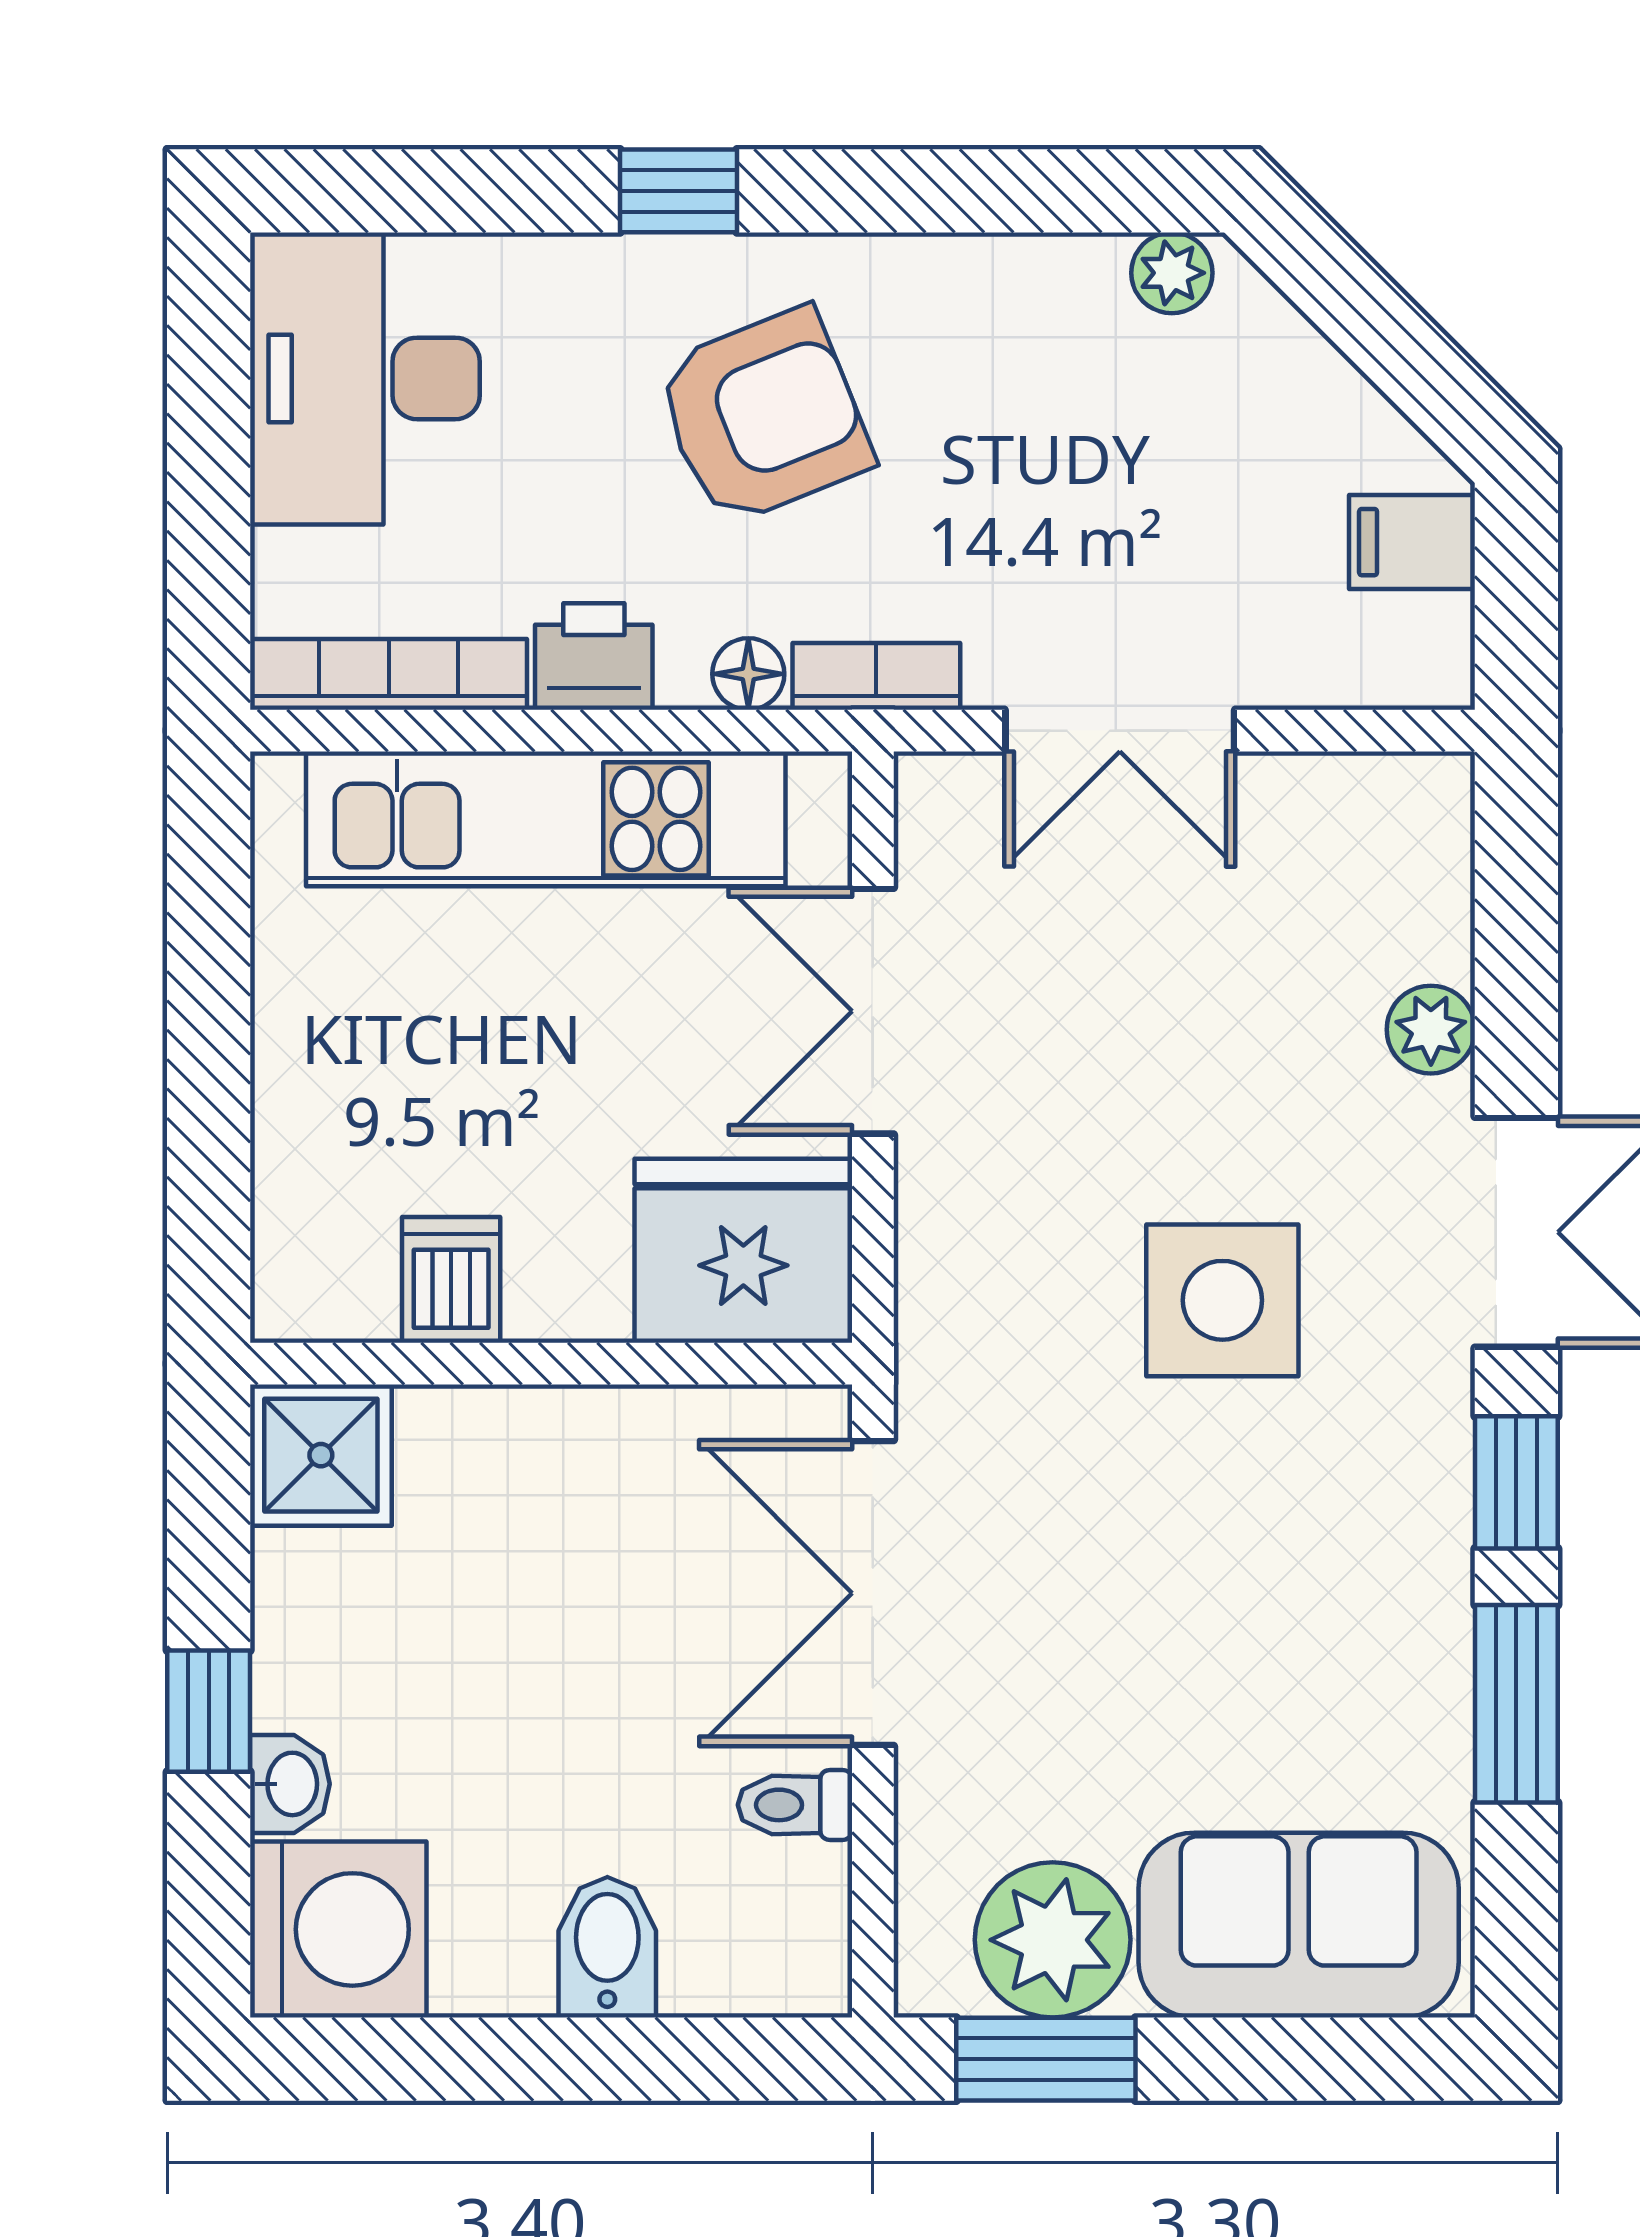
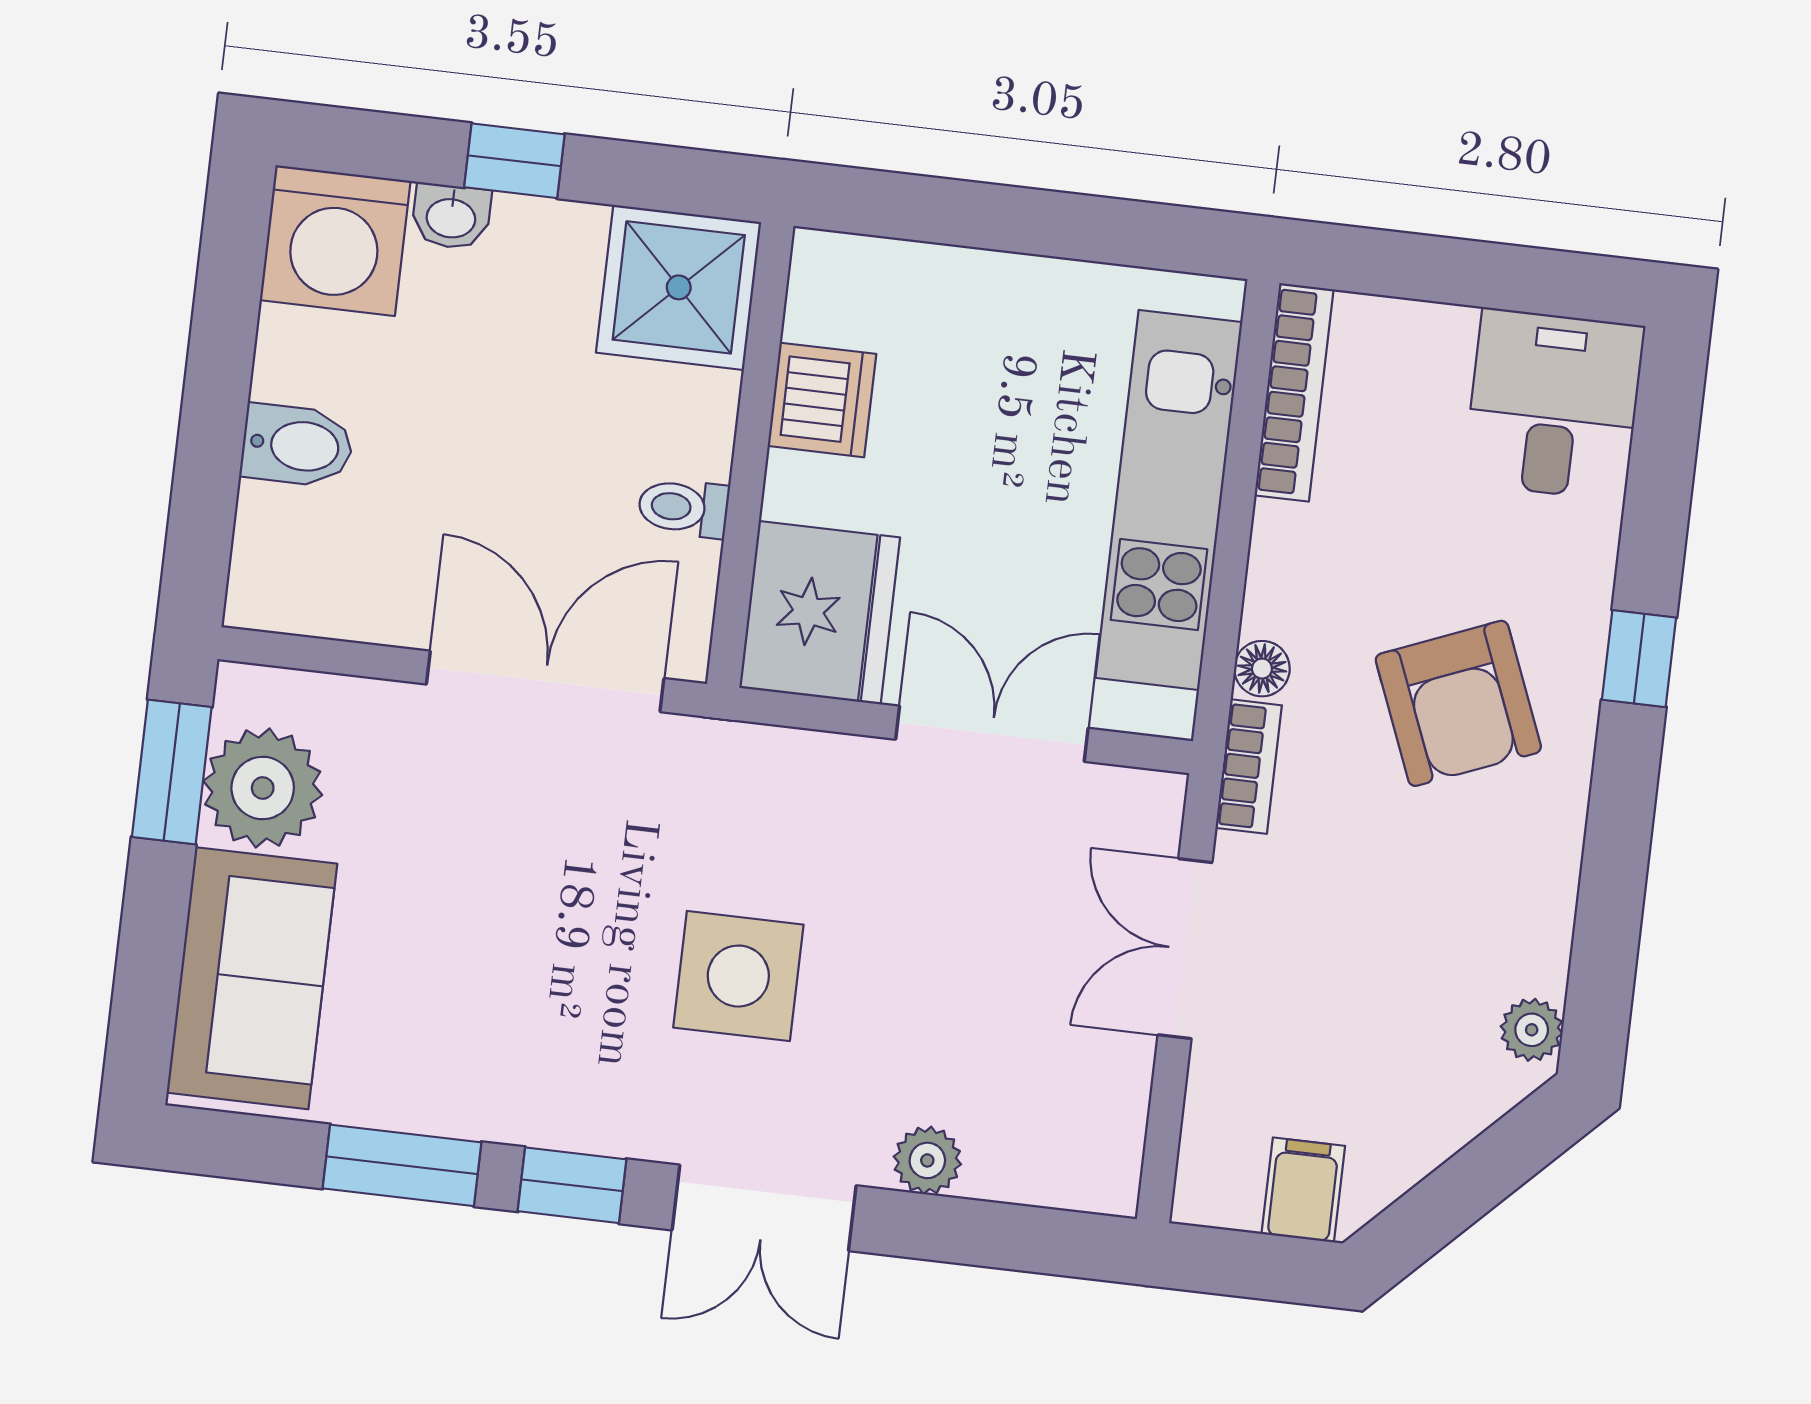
desk: (365, 378) -> (1554, 404), width x0.73
printer: (594, 656) -> (1289, 551), removed
dishwasher: (451, 1280) -> (822, 400), width x1.38
shower: (321, 1455) -> (679, 287), width x1.36, depth x1.36
toilet: (795, 1805) -> (683, 508), moved, turned -90

